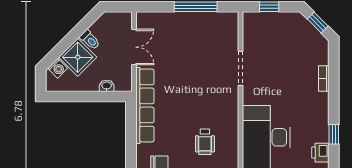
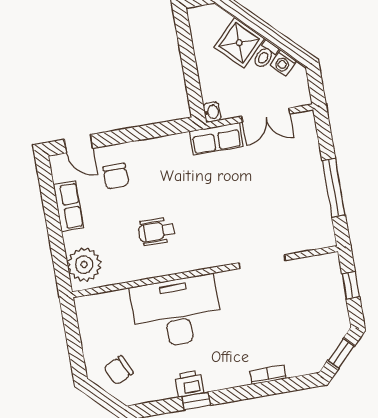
washing machine: (58, 68) -> (283, 63), moved
washbasin: (107, 86) -> (212, 112), moved
row of seats: (145, 105) -> (216, 139), width x0.50
printer: (320, 153) -> (189, 384), moved

